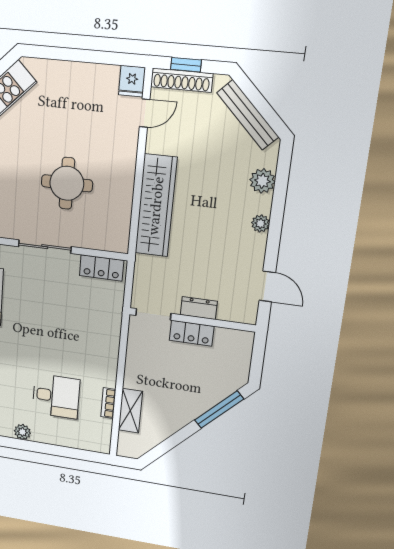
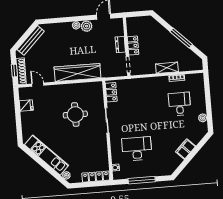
fridge: (132, 81) -> (26, 106), moved
plant: (262, 181) -> (87, 26), moved
window: (219, 410) -> (181, 38), moved
shelving: (130, 411) -> (167, 68), moved

